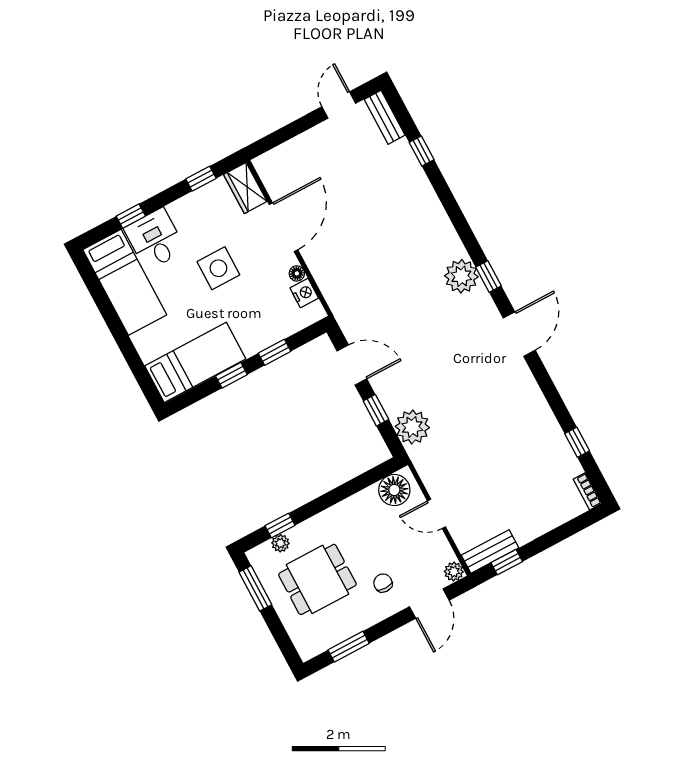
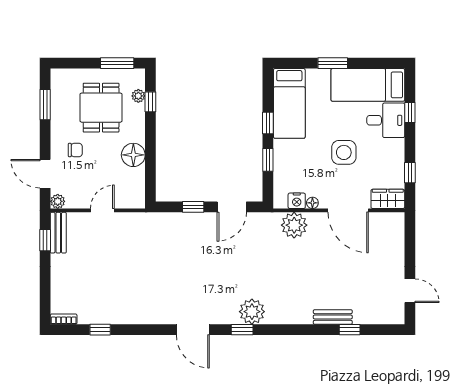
bench: (385, 117) -> (333, 317), moved
window: (121, 337) -> (333, 63), added
plant: (412, 427) -> (294, 225), moved
floor lamp: (394, 490) -> (133, 155), moved

